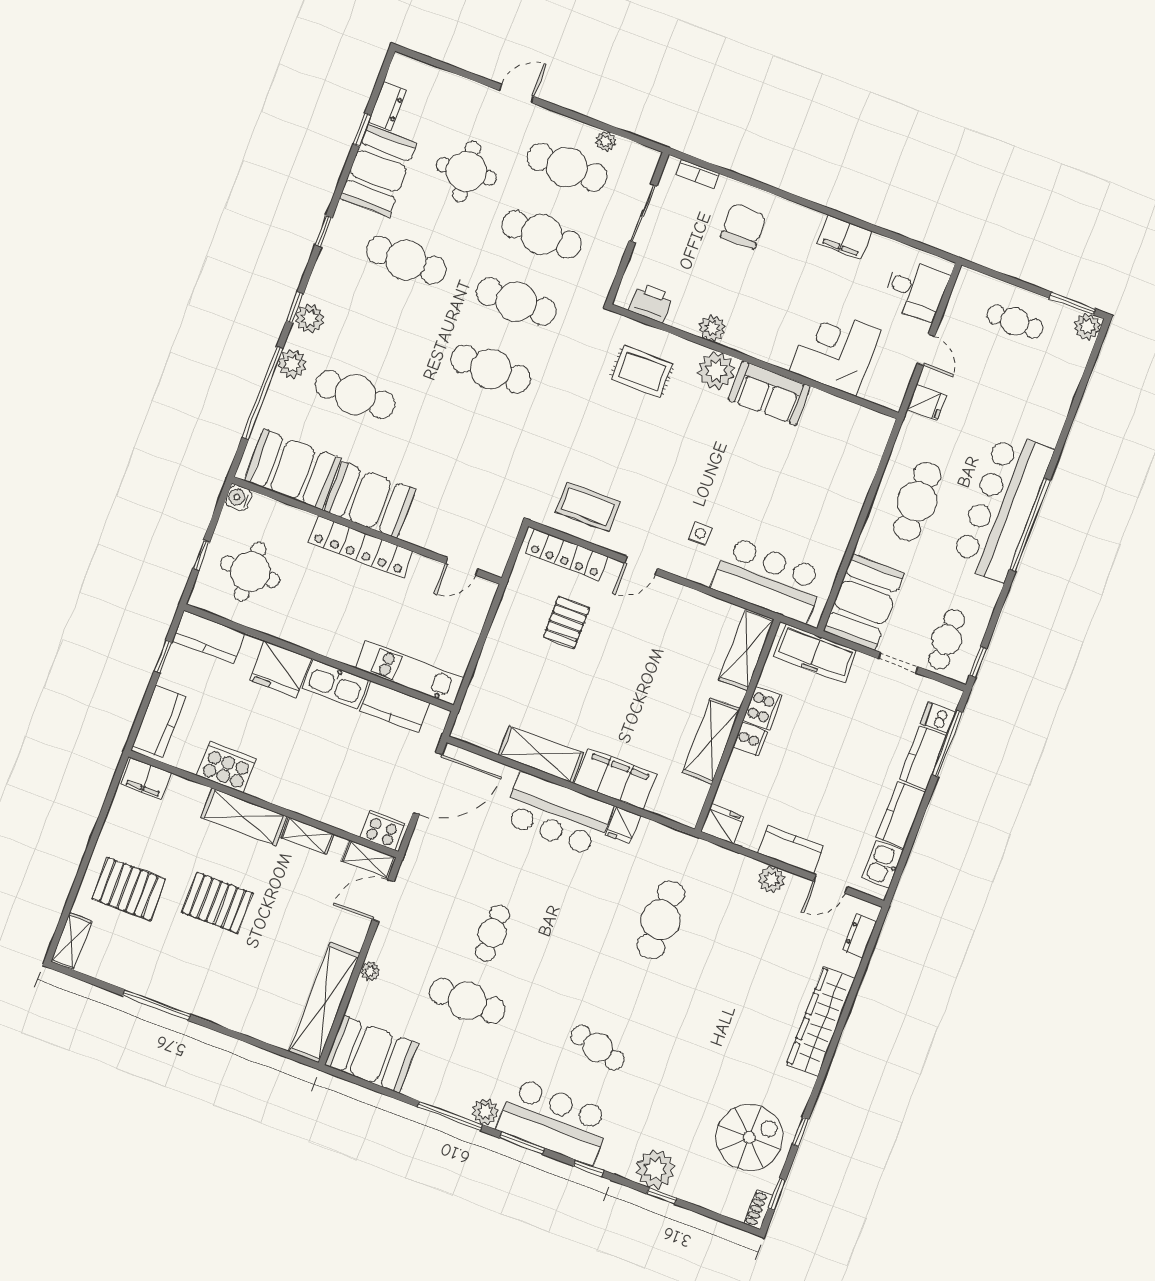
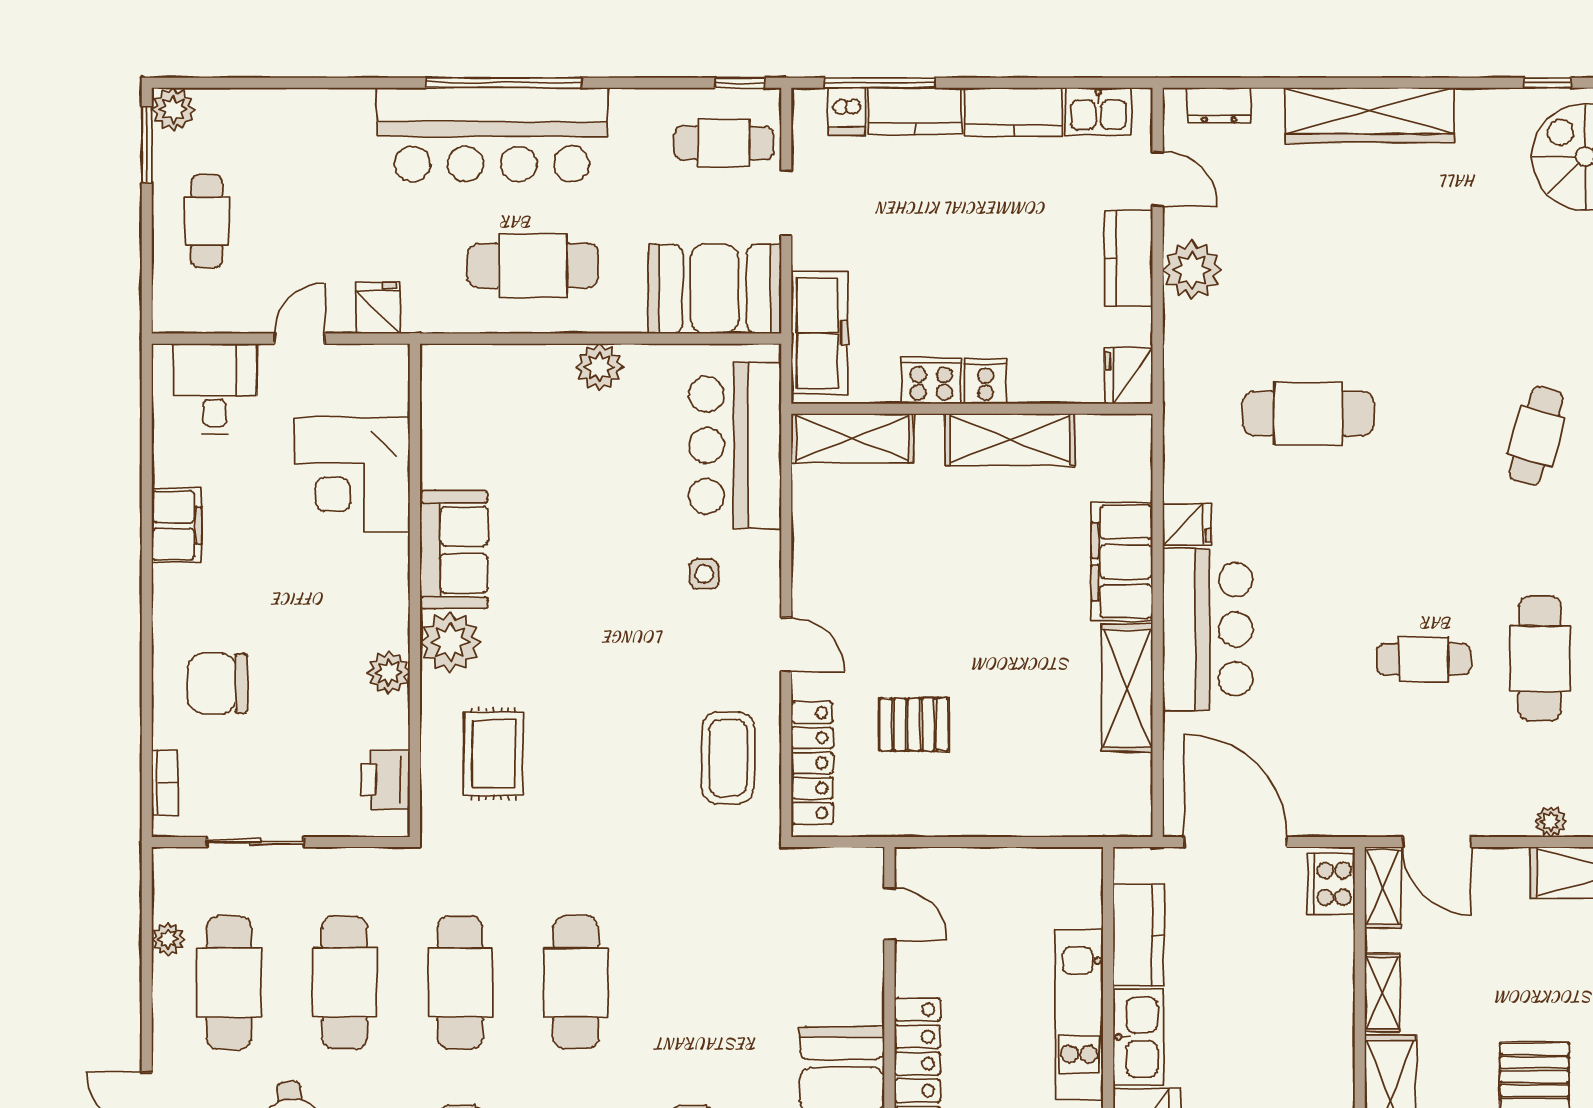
plant: (844, 518) -> (599, 367), added
kitchen unit: (410, 673) -> (1079, 1015), moved
plant: (771, 879) -> (1192, 270), width x1.36, depth x1.36

